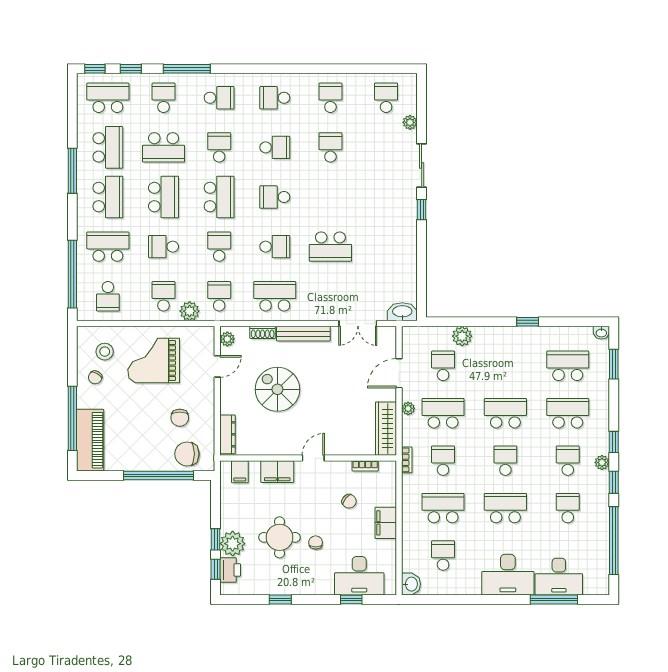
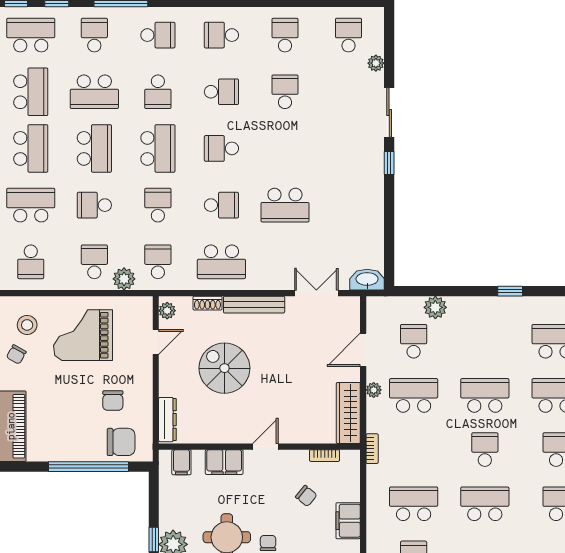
school desk: (219, 147) -> (158, 92), turned 180
school desk: (275, 296) -> (221, 262), turned 180
double door: (358, 324) -> (316, 293), swing flipped
chair: (187, 454) -> (121, 442), turned 180
school desk: (443, 461) -> (414, 450), removed

